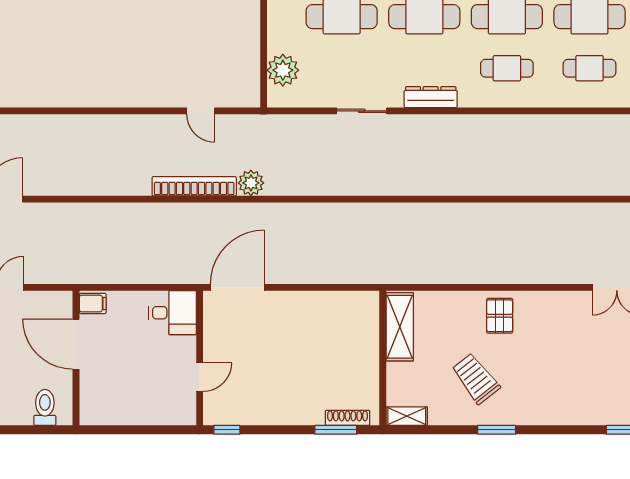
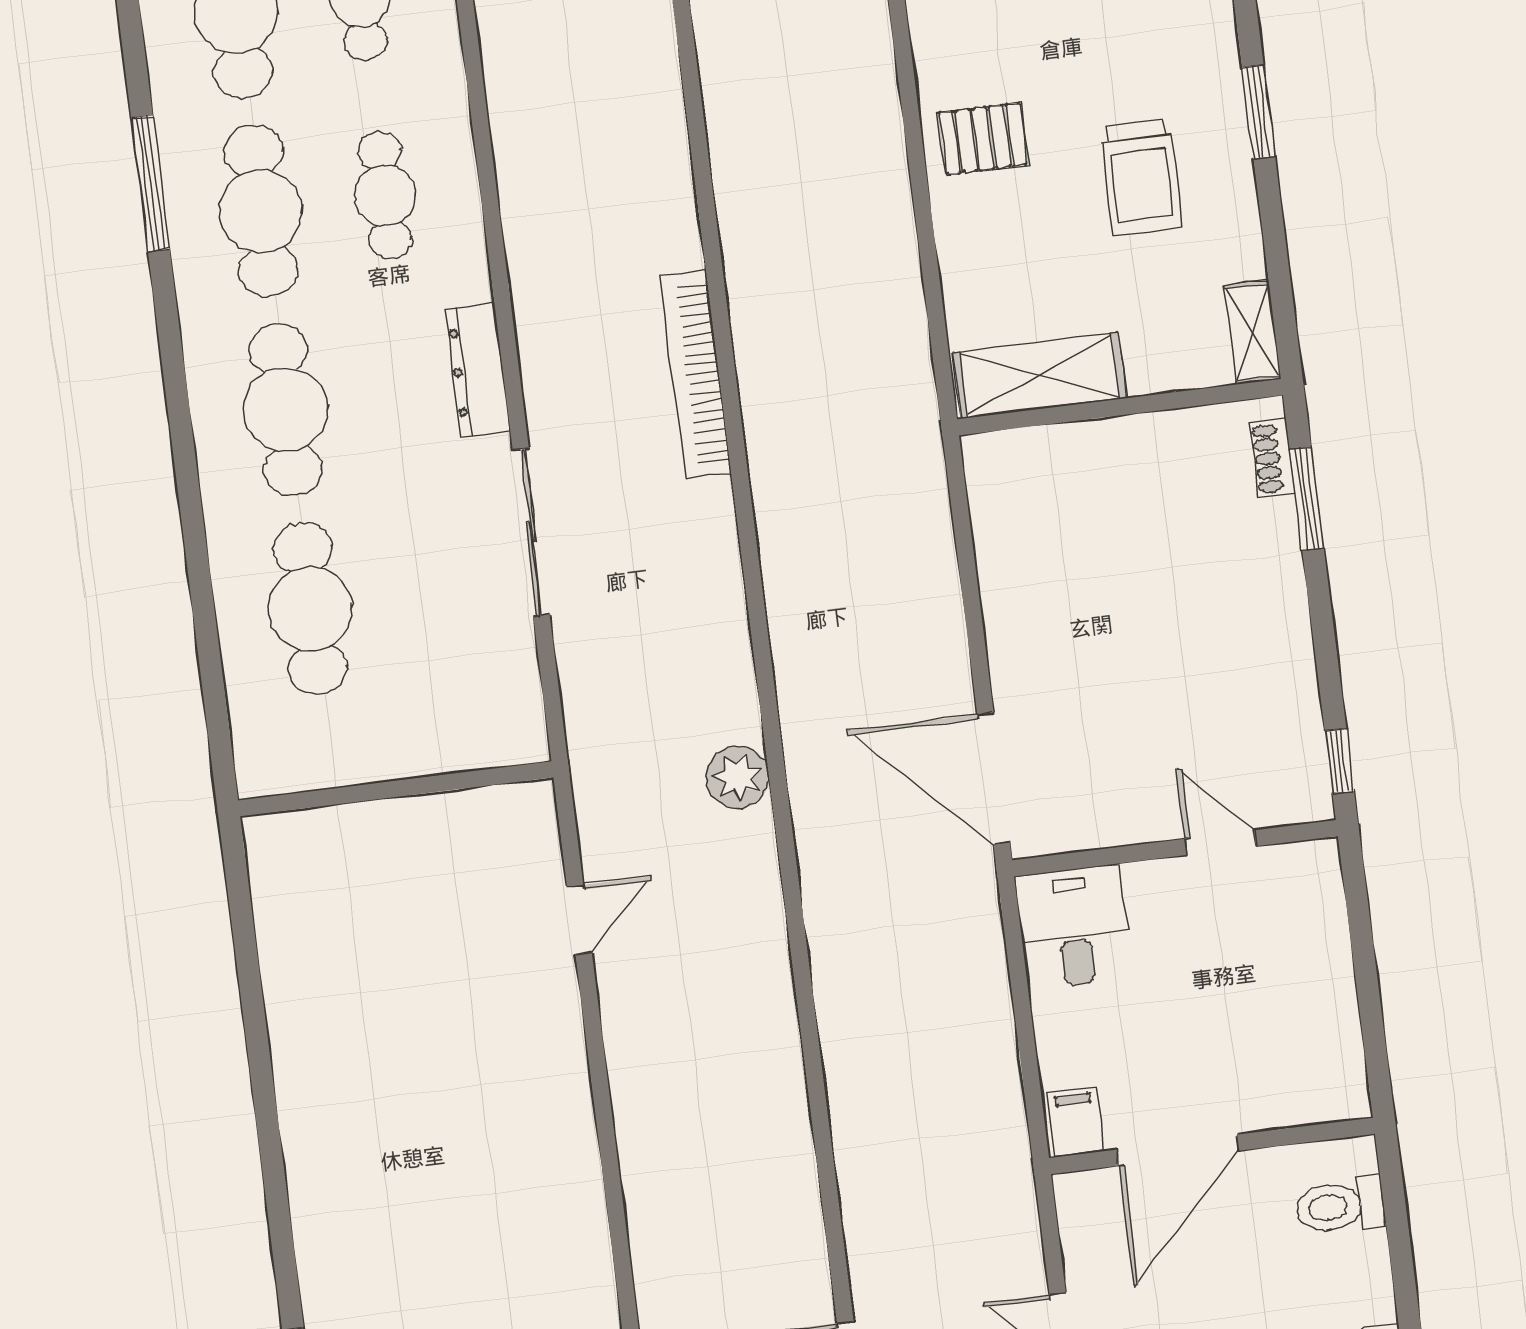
plant: (283, 70) -> (457, 734), removed
sliding door: (362, 111) -> (531, 532), width x1.37
bookcase: (194, 186) -> (696, 374), moved
trolley: (476, 379) -> (1141, 177), turned -52
shoe rack: (348, 418) -> (1272, 458), width x0.70

